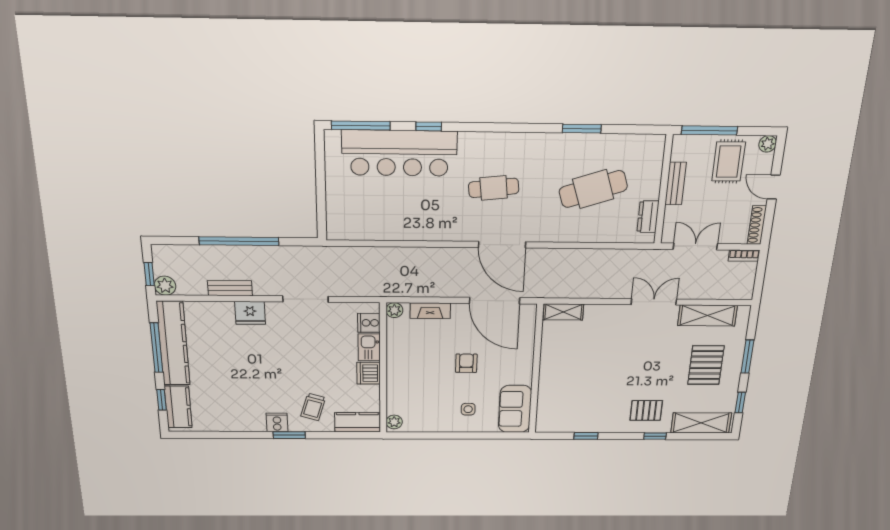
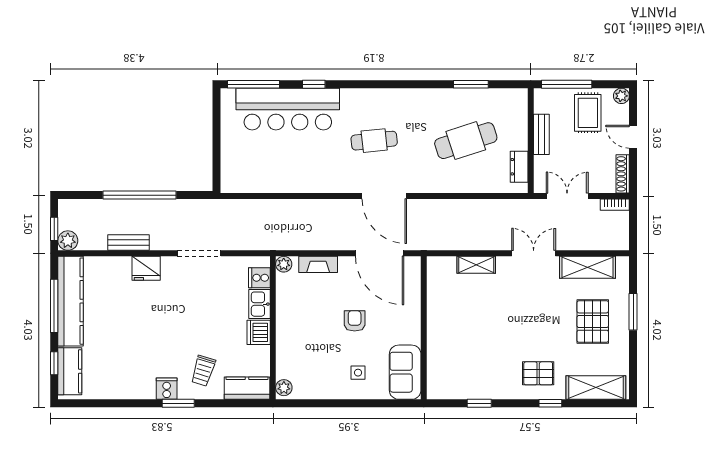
window: (582, 129) -> (471, 84), moved
shelving: (563, 312) -> (476, 265), moved
window: (740, 403) -> (633, 364), removed

